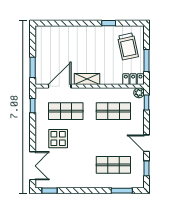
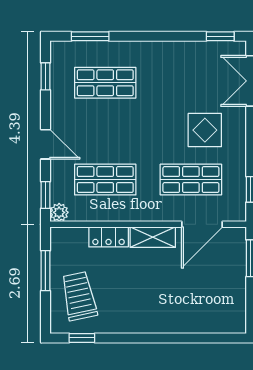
window: (109, 23) -> (82, 338), moved
locker: (133, 79) -> (109, 237), moved
door: (147, 143) -> (45, 144), moved

